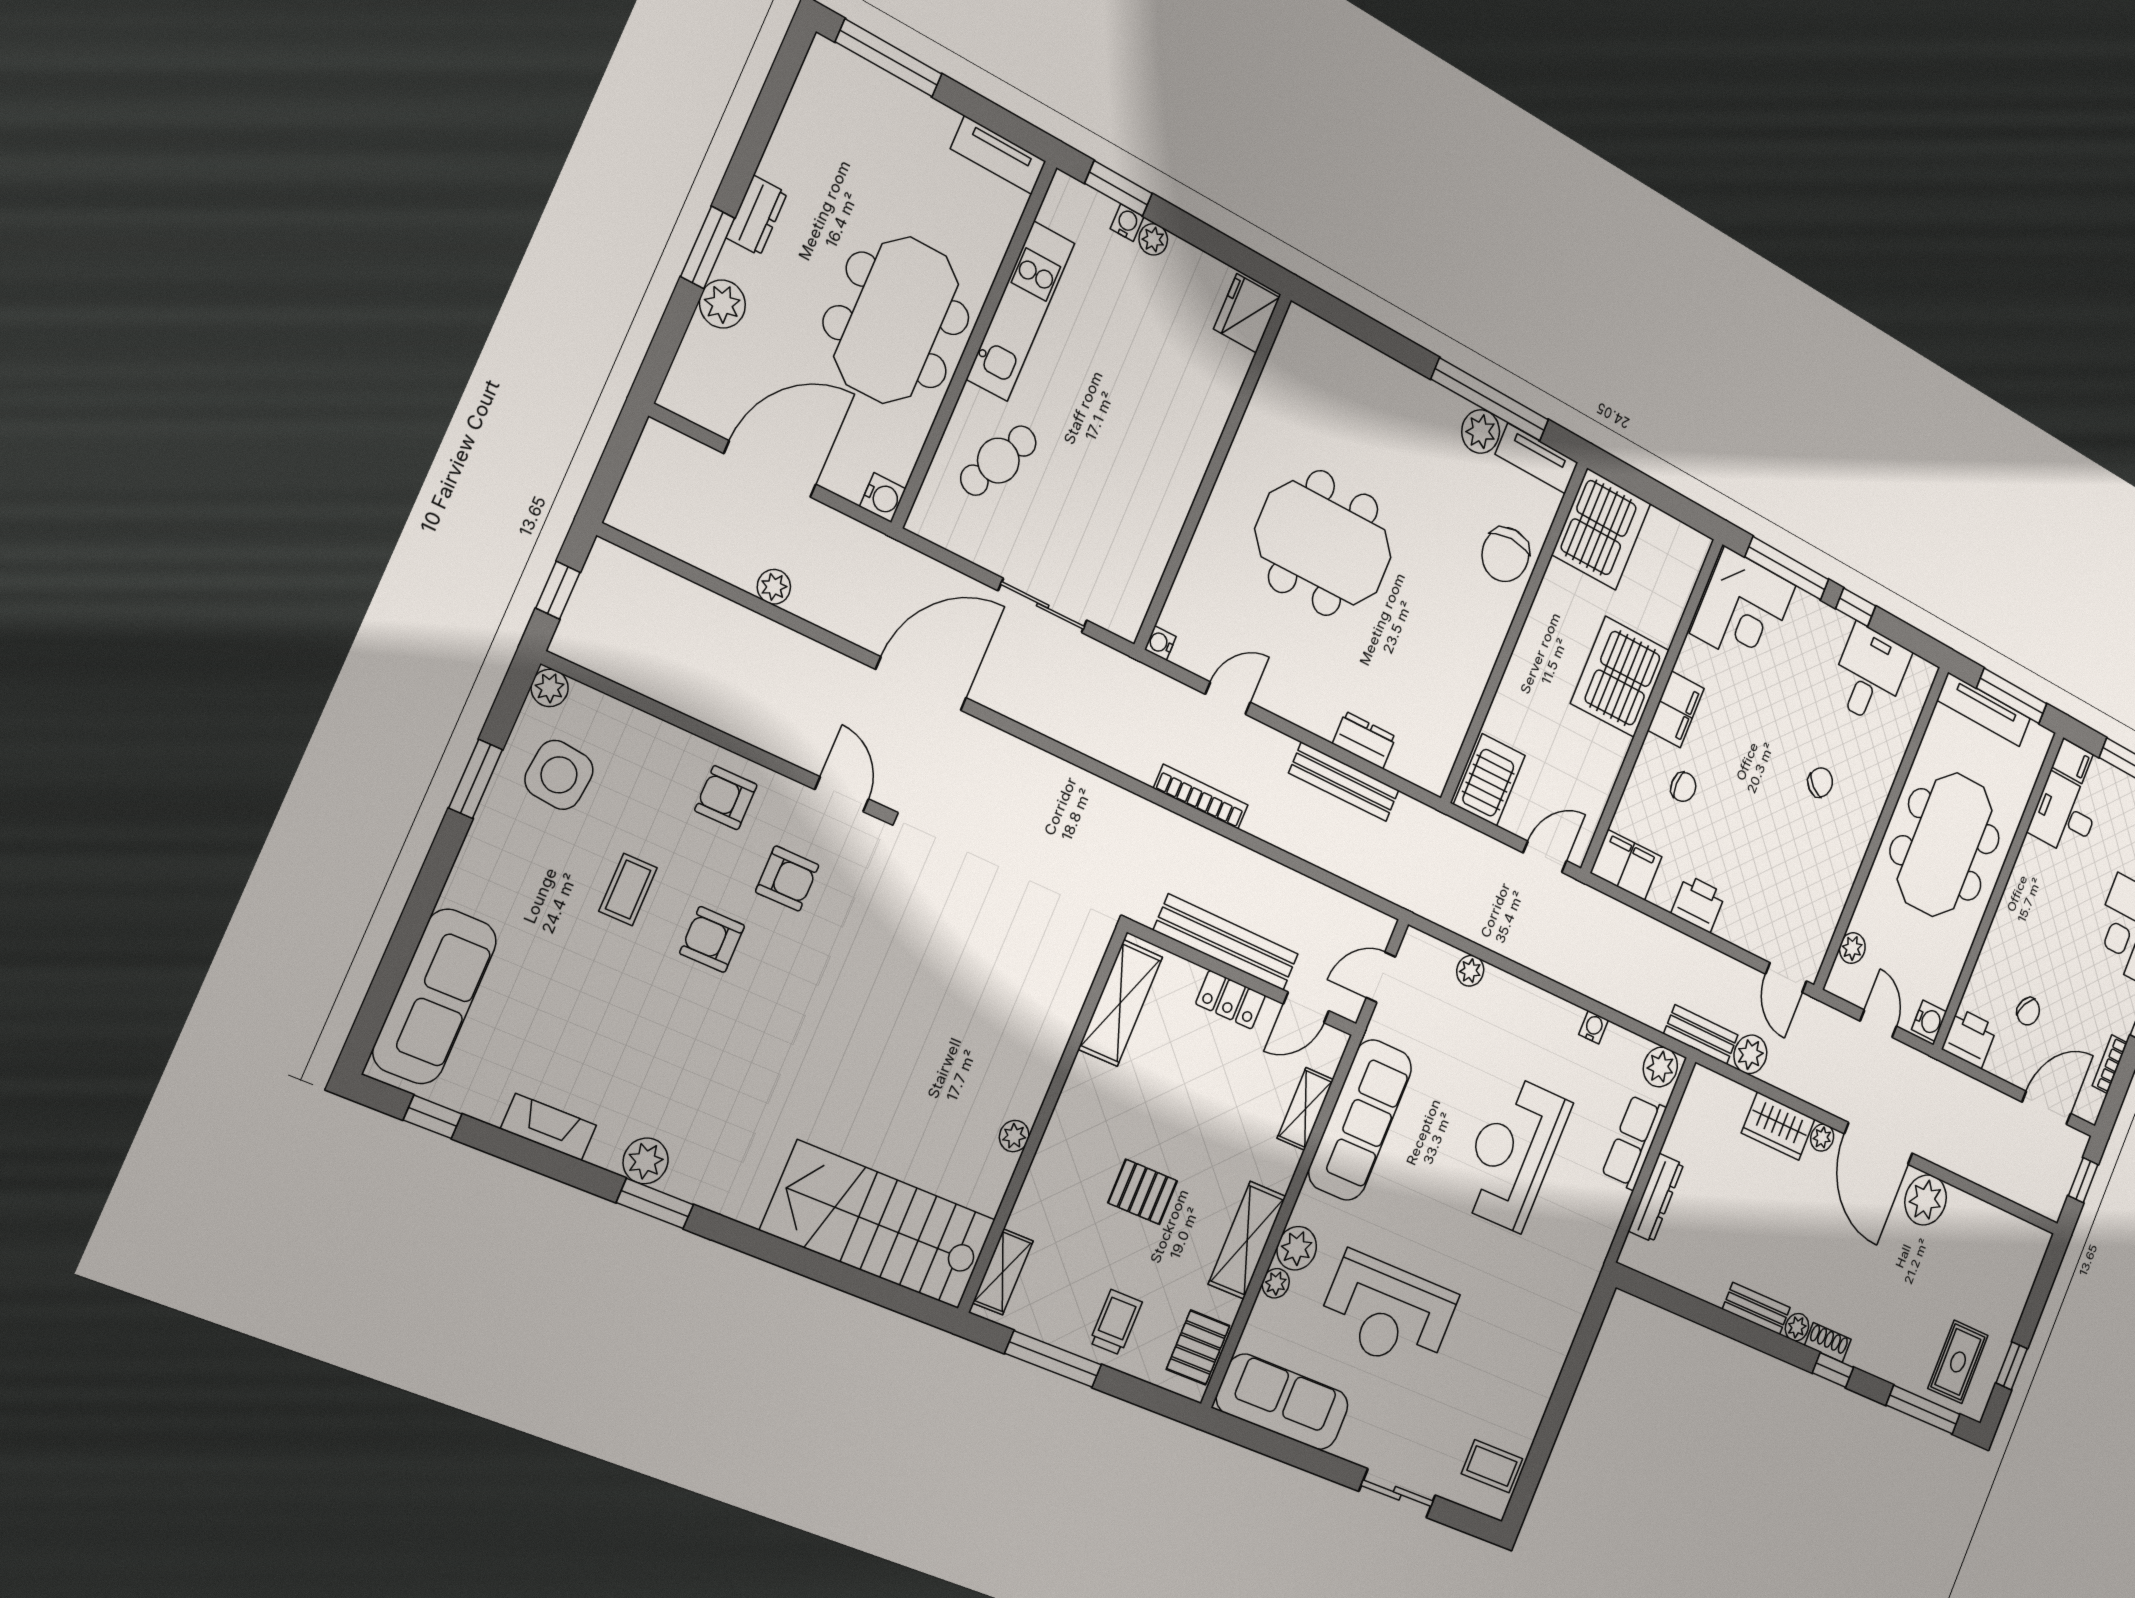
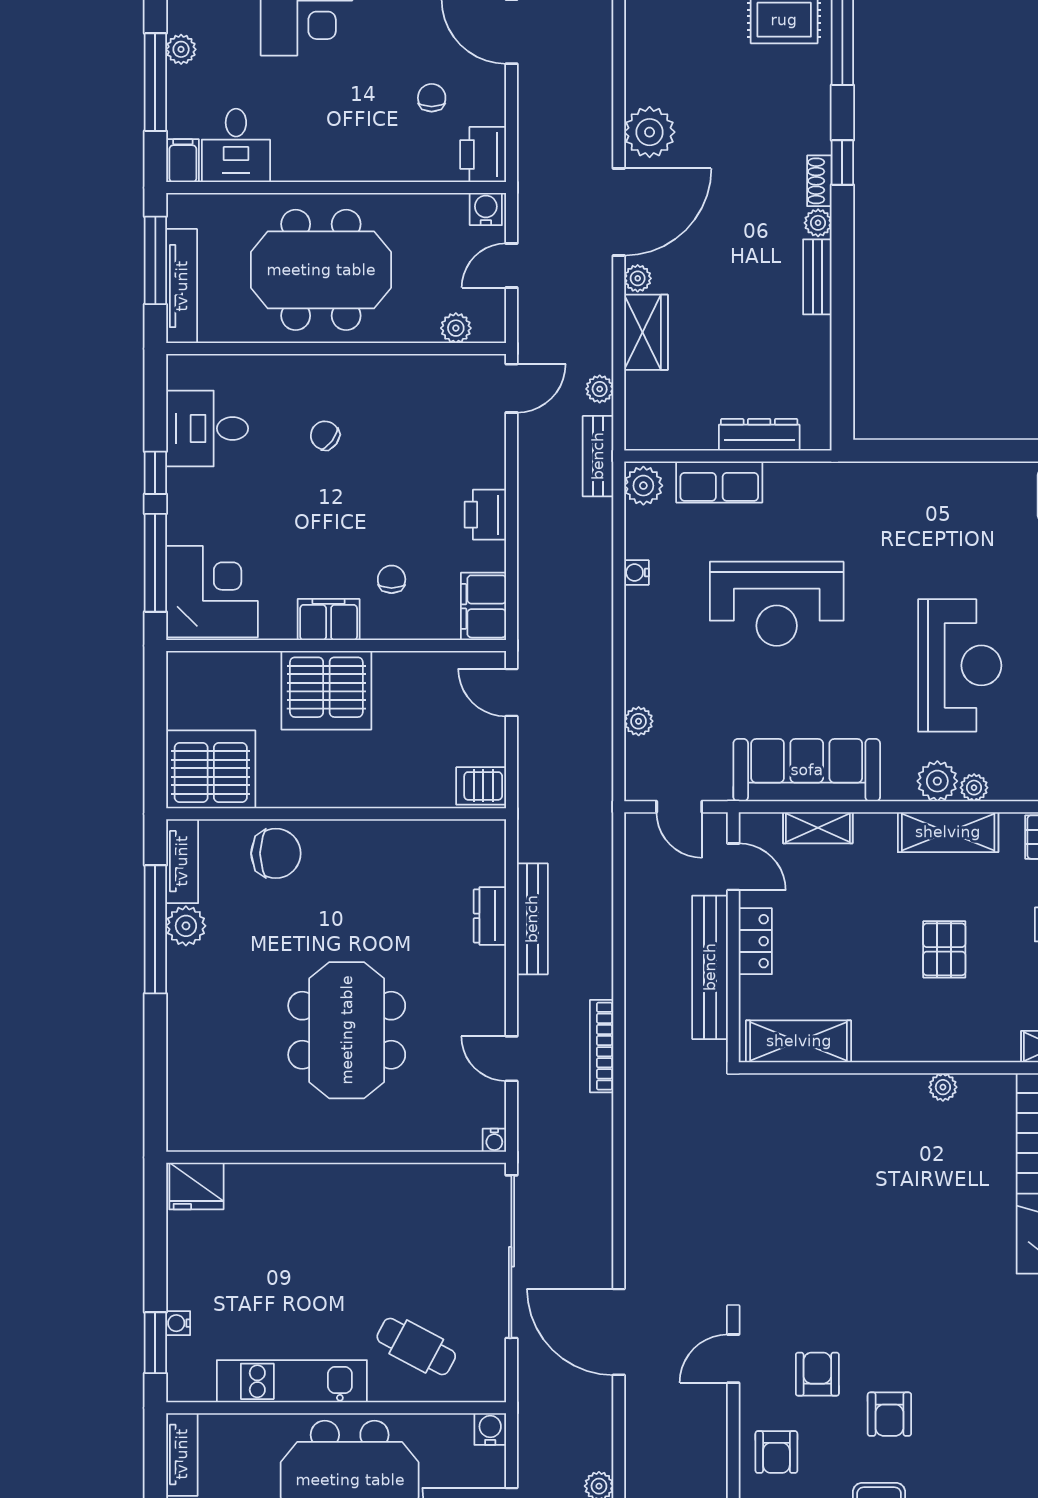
plant: (1153, 239) -> (180, 1295), removed
sliding door: (1043, 606) -> (511, 1257), width x1.86
server rack: (1489, 780) -> (481, 786), width x0.73, depth x0.70
chair: (2028, 1011) -> (432, 98), turned -32
plant: (1750, 1054) -> (600, 389), width x0.73, depth x0.73

